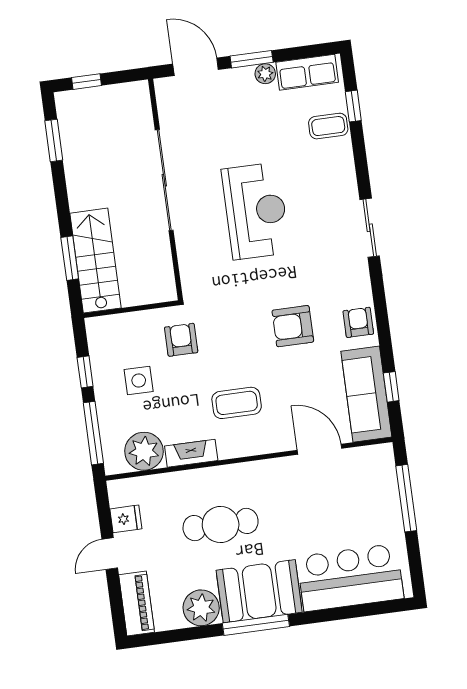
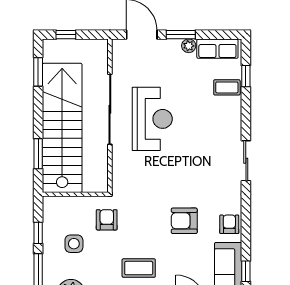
reception desk: (256, 211) -> (152, 119), moved
stairs: (95, 261) -> (62, 128), width x1.86, depth x1.51

